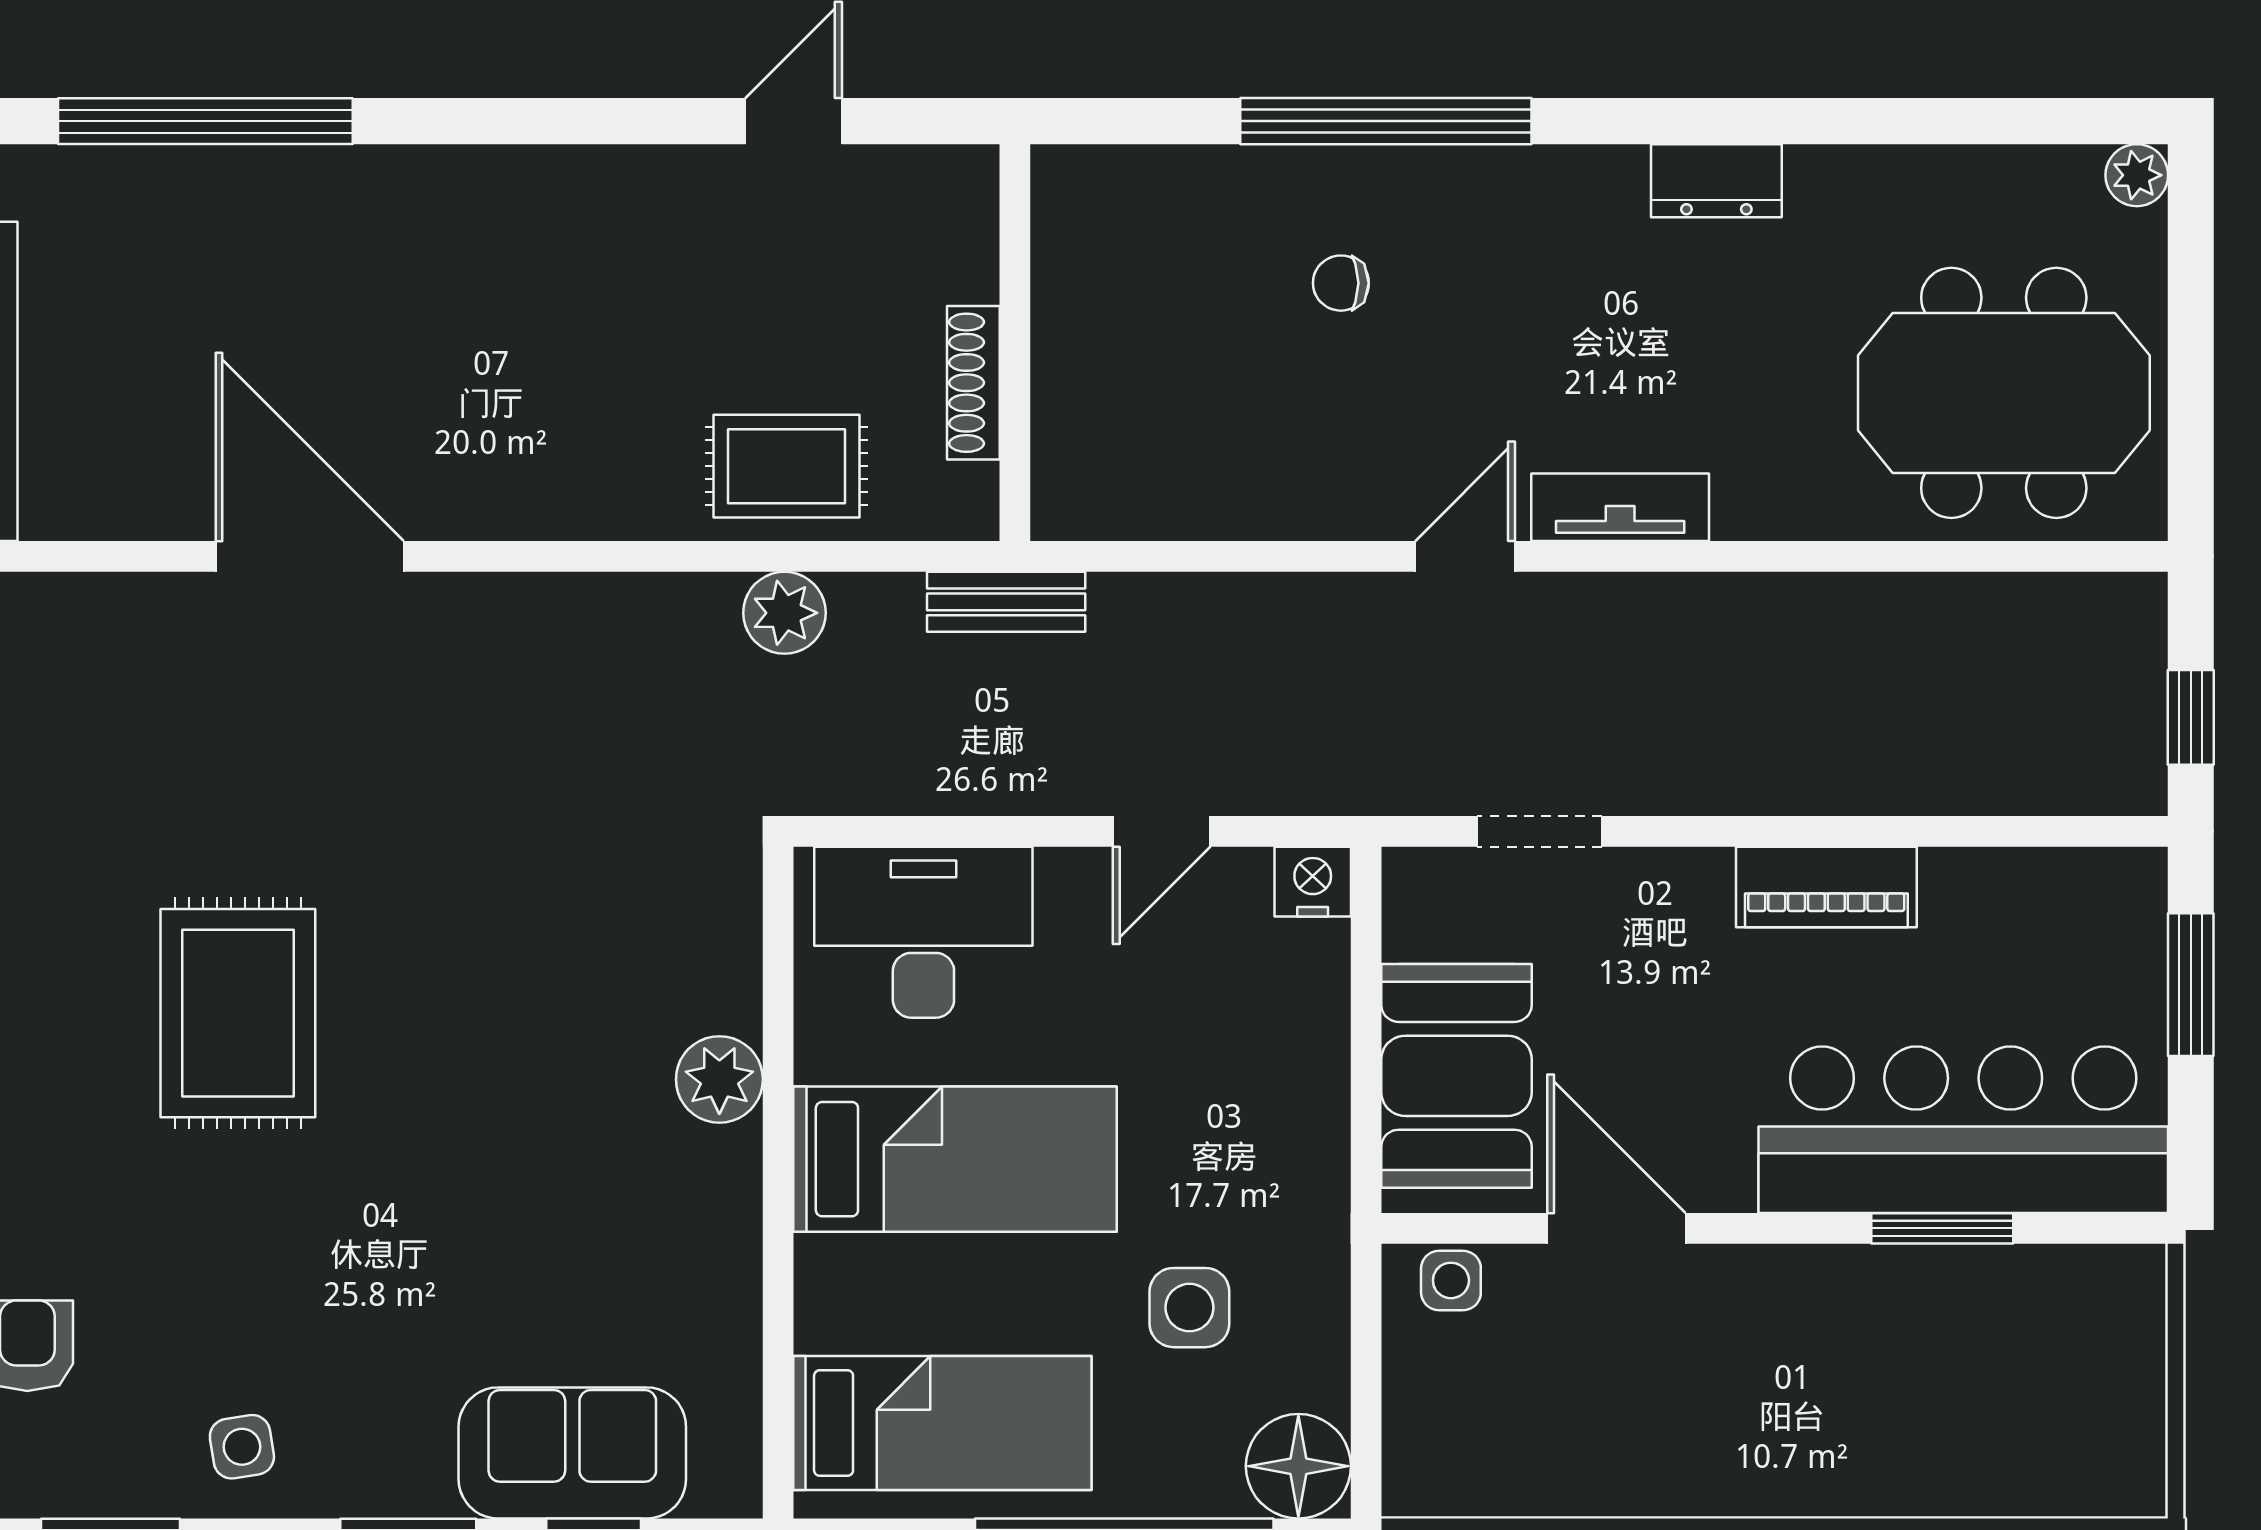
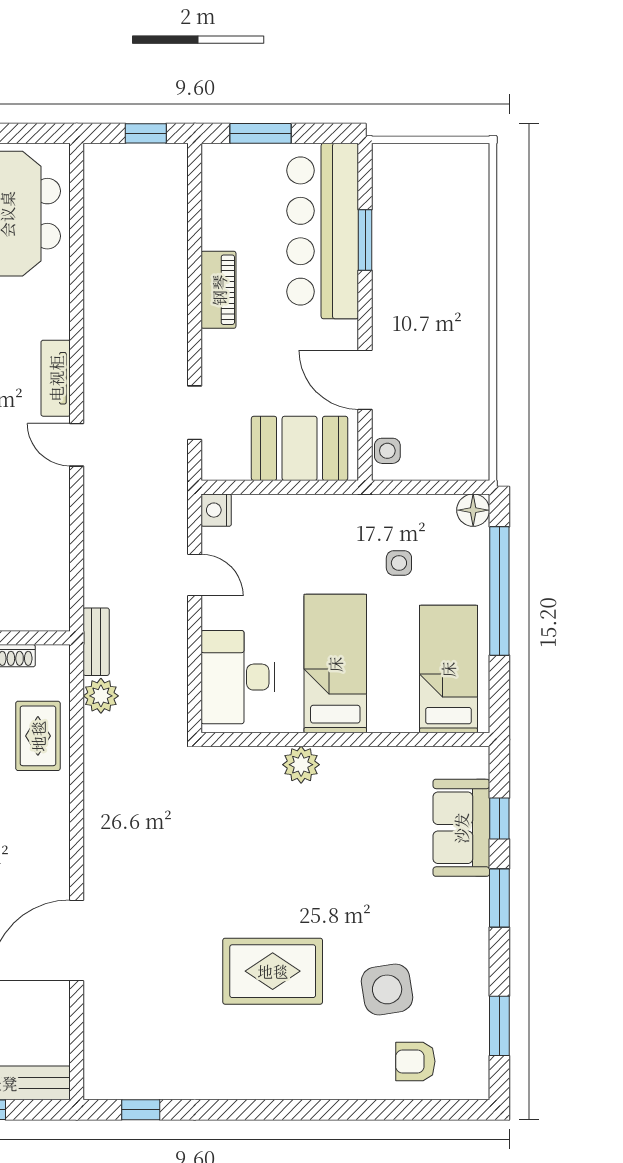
plant: (784, 613) -> (101, 696), moved
door: (1616, 1228) -> (365, 380), hinge flipped
side table: (1189, 1308) -> (399, 563), width x0.73, depth x0.73
side table: (242, 1447) -> (387, 989), moved, width x1.87, depth x1.87
floor lamp: (1298, 1466) -> (473, 510), width x0.73, depth x0.73

